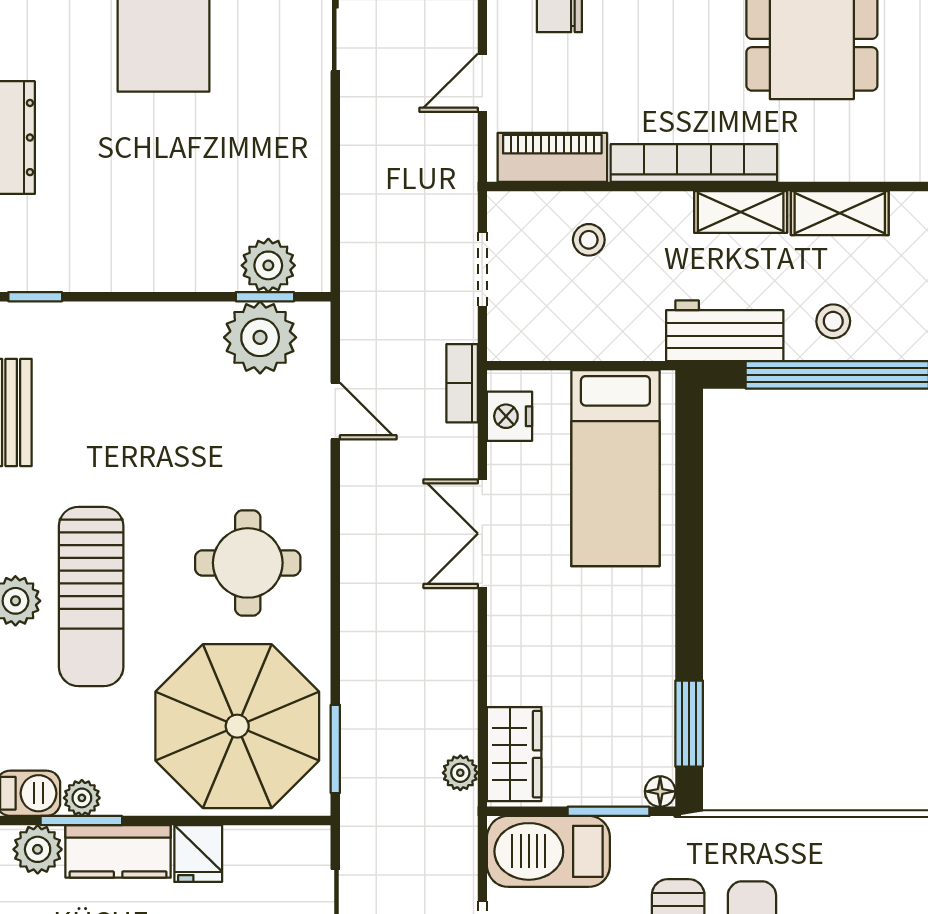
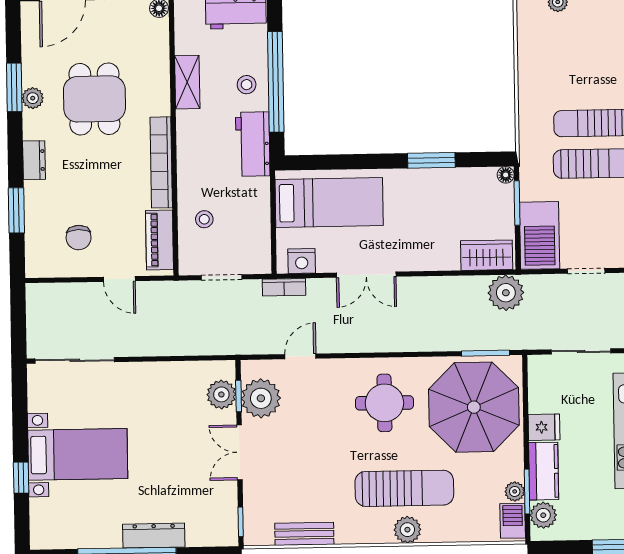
shelving: (741, 212) -> (188, 136), removed
double door: (162, 297) -> (240, 452), added
window: (689, 724) -> (431, 160), moved
plant: (460, 773) -> (506, 293), width x1.88, depth x1.88

